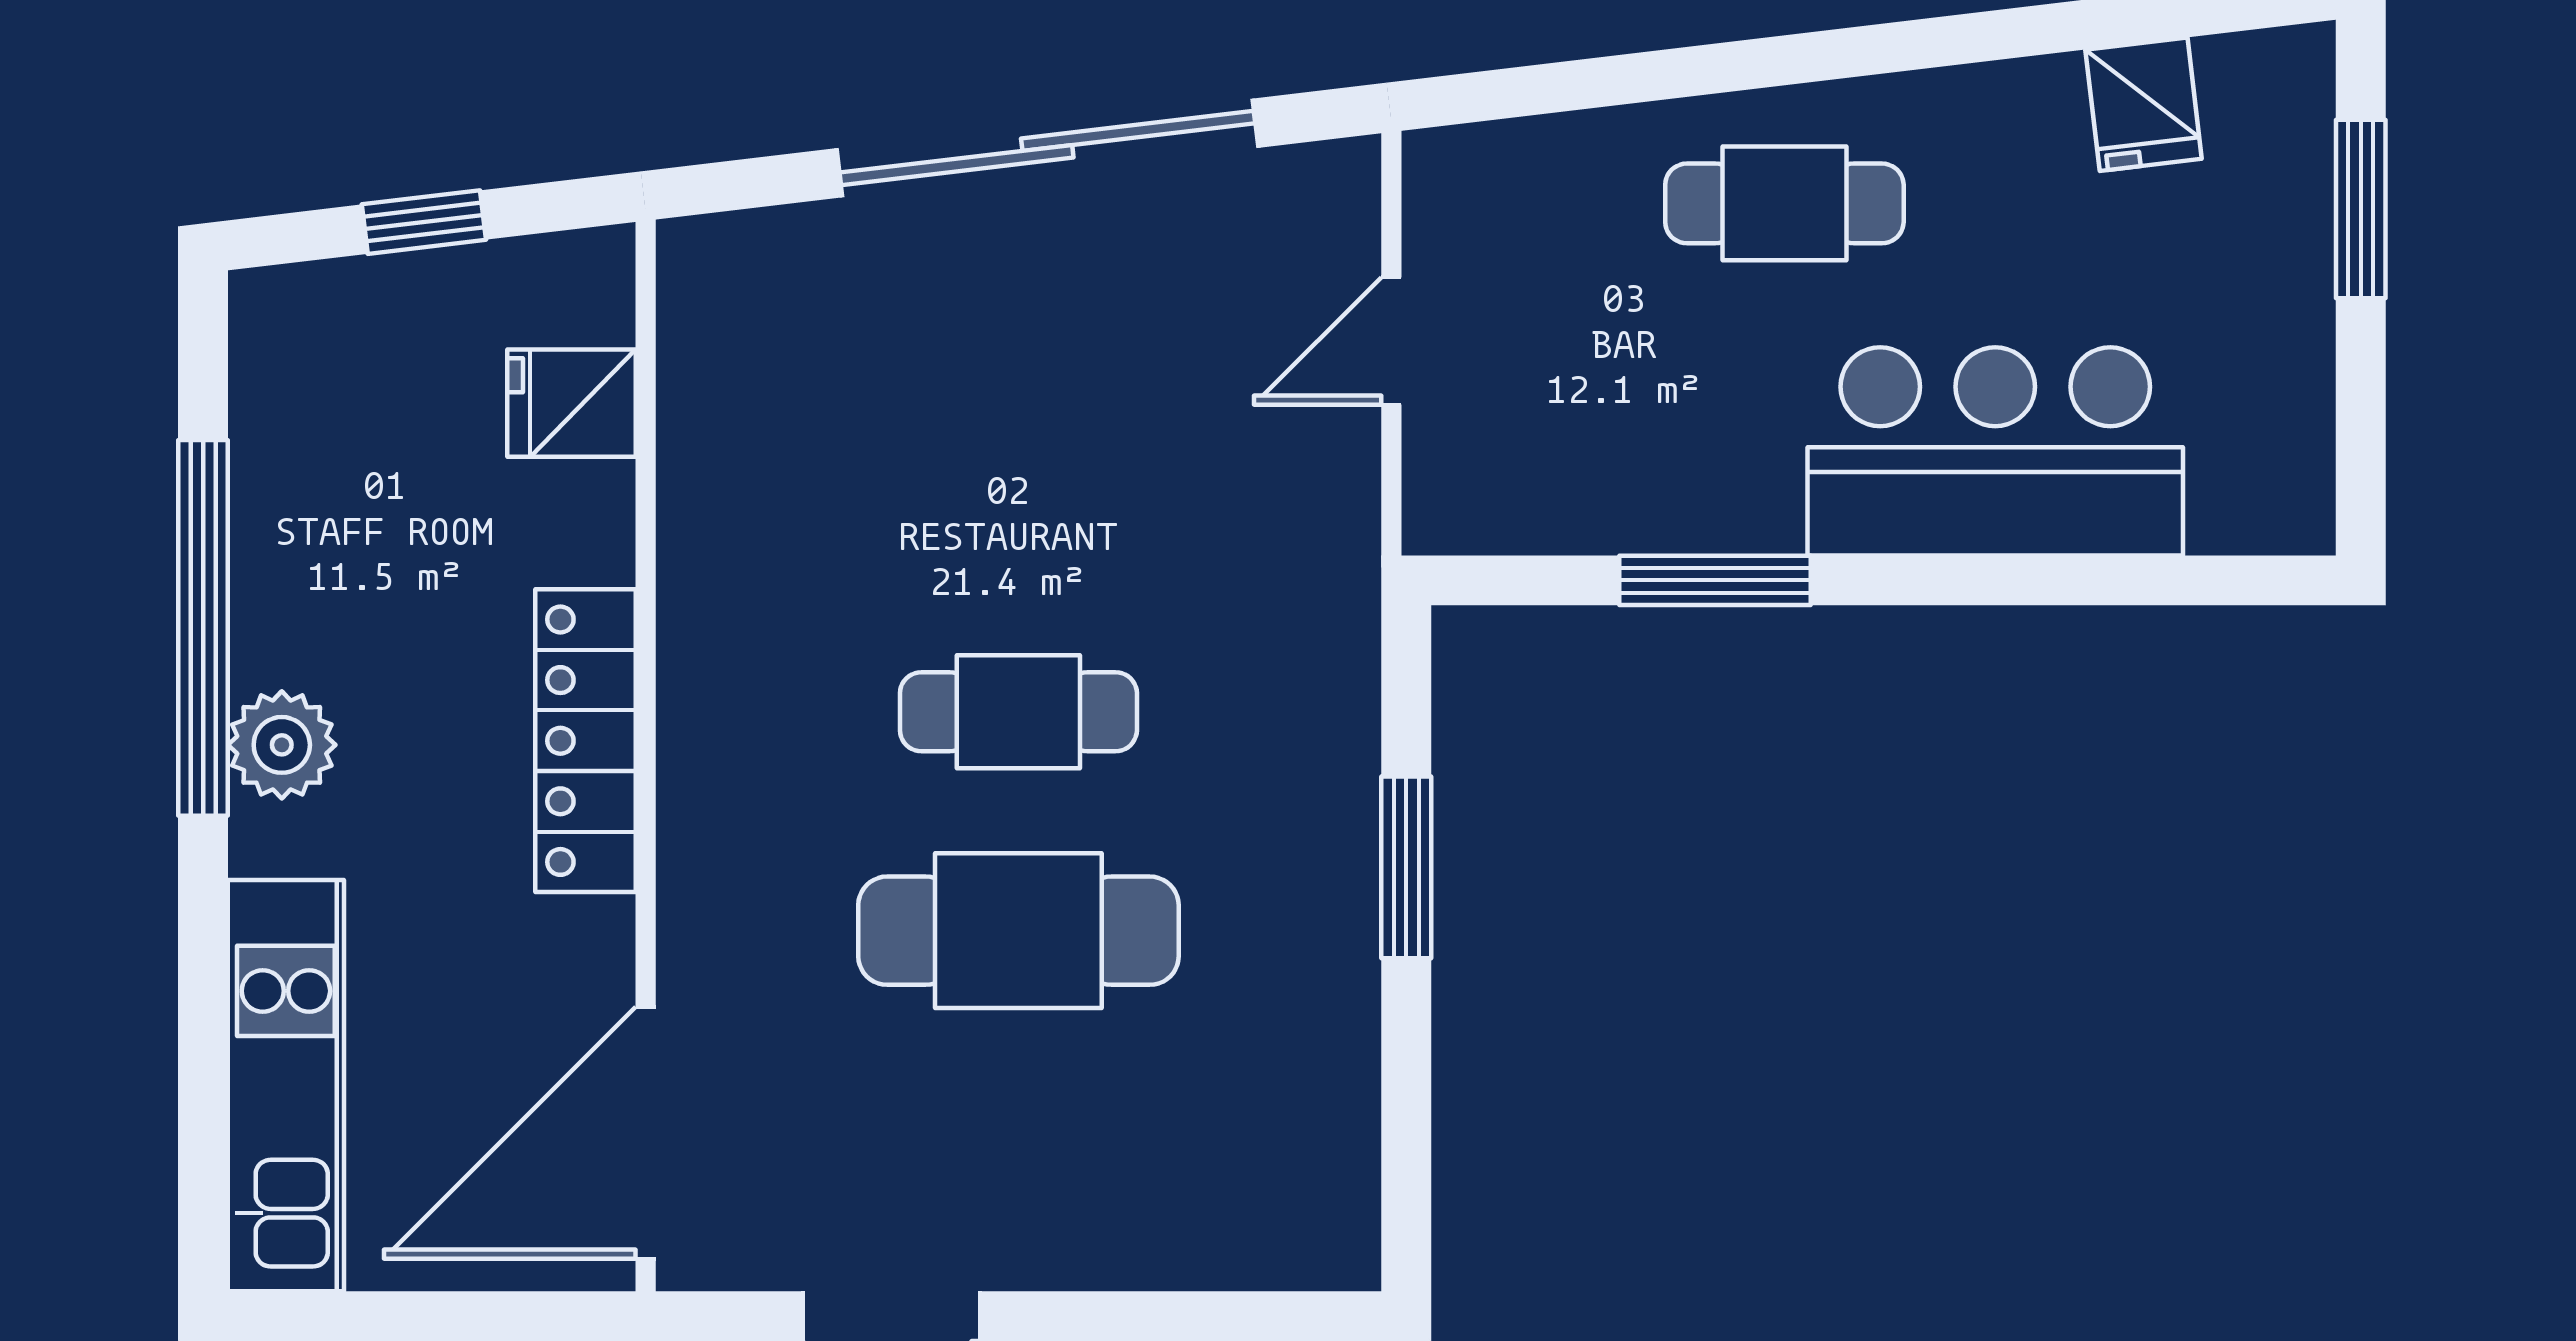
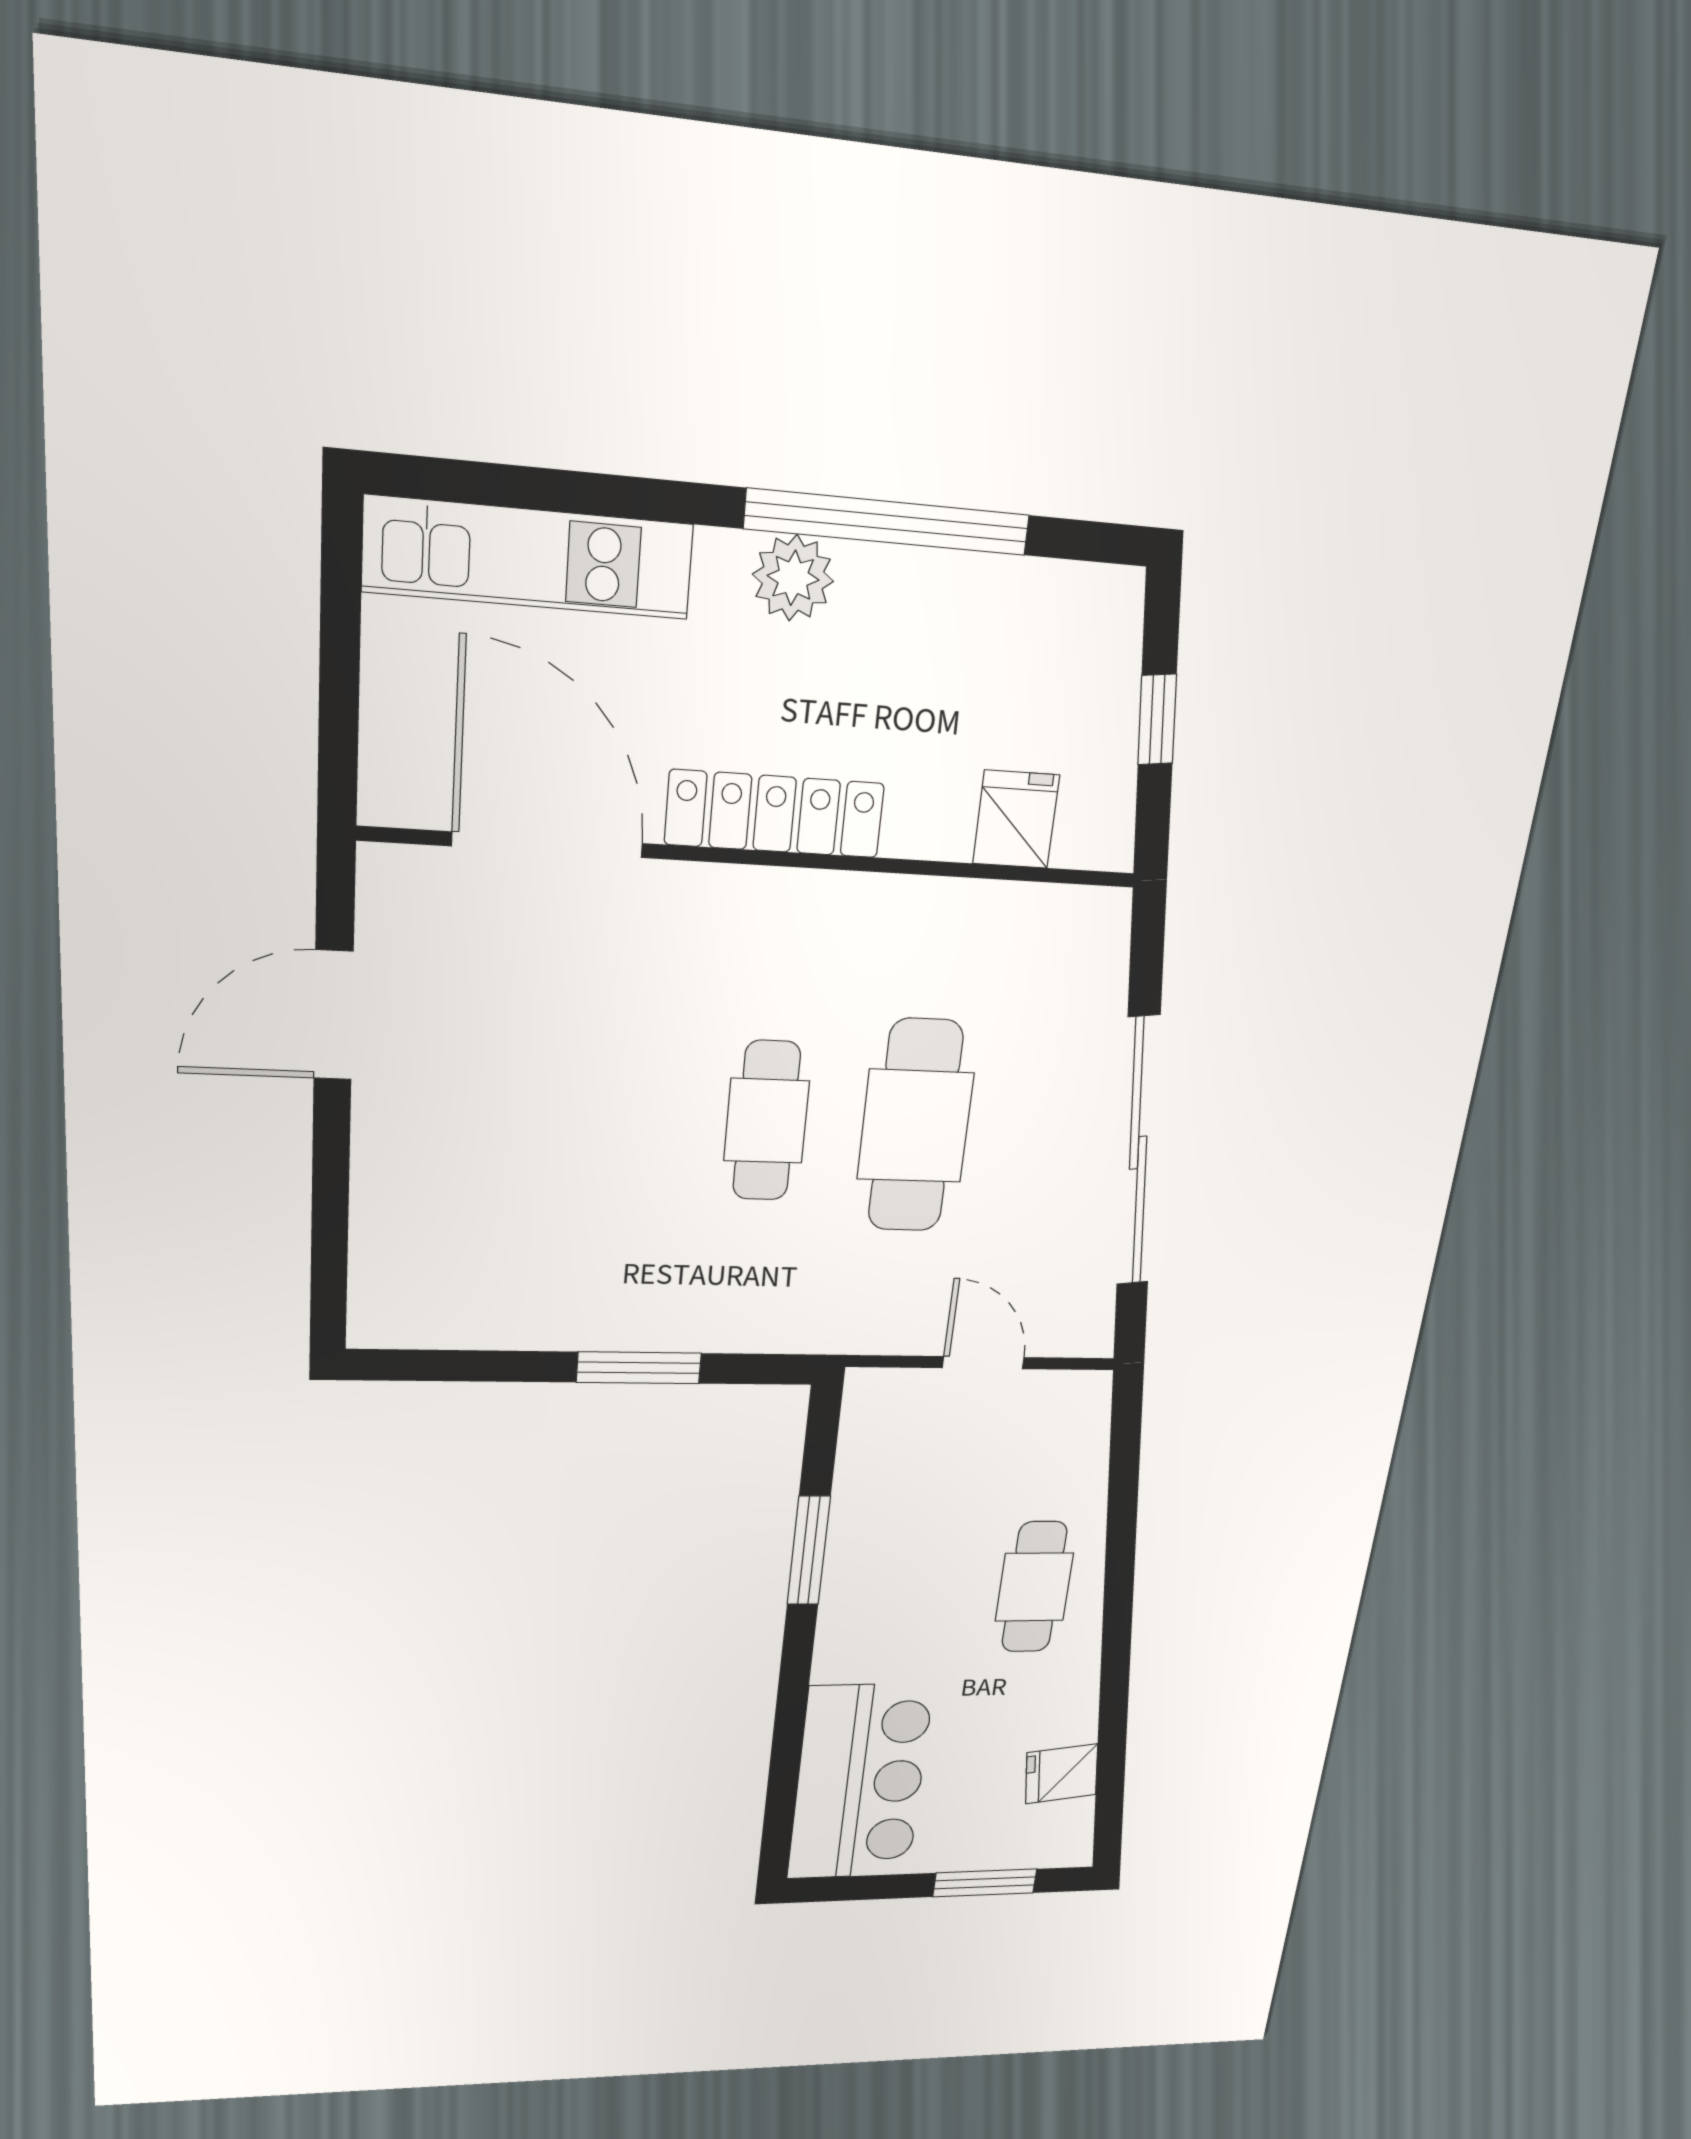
bar counter: (1995, 451) -> (860, 1782), moved
cafe table: (1018, 931) -> (915, 1126), moved
door: (646, 1133) -> (548, 845), moved

